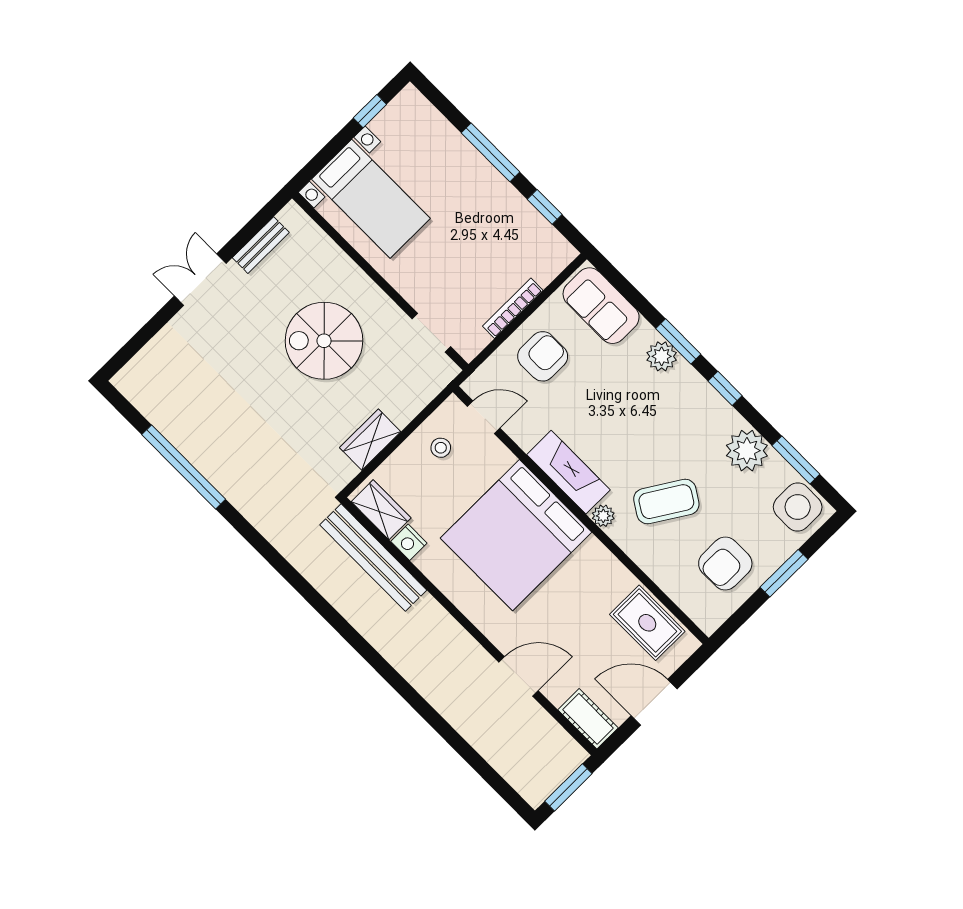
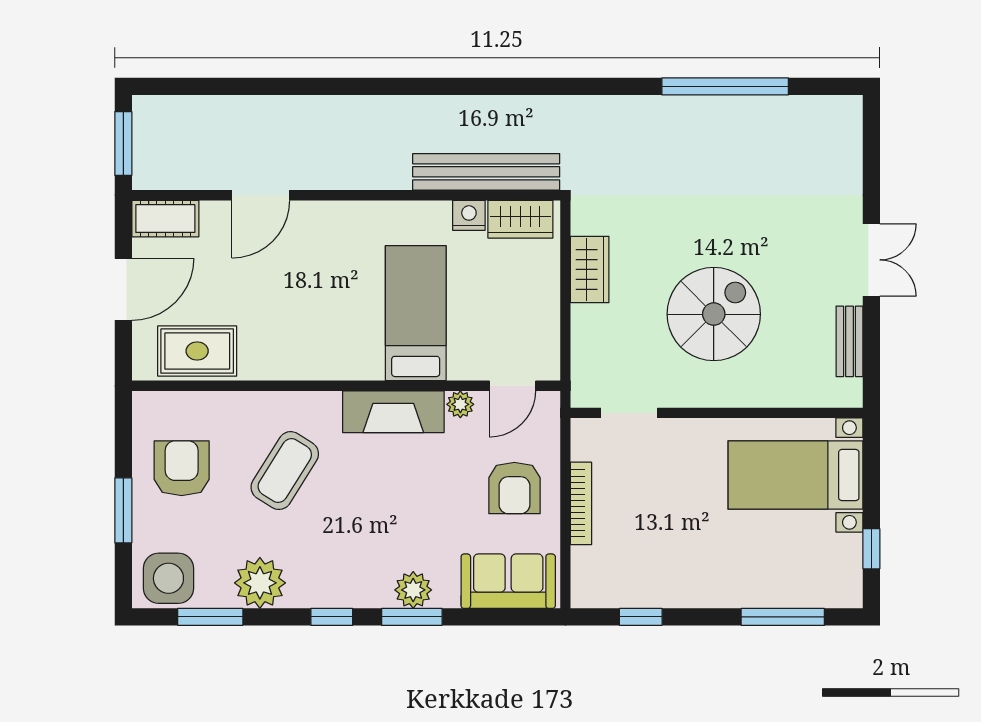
window: (491, 152) -> (783, 617), moved
stool: (441, 448) -> (523, 323), removed
plant: (603, 516) -> (460, 404), moved
bed: (516, 535) -> (416, 313), width x0.49

